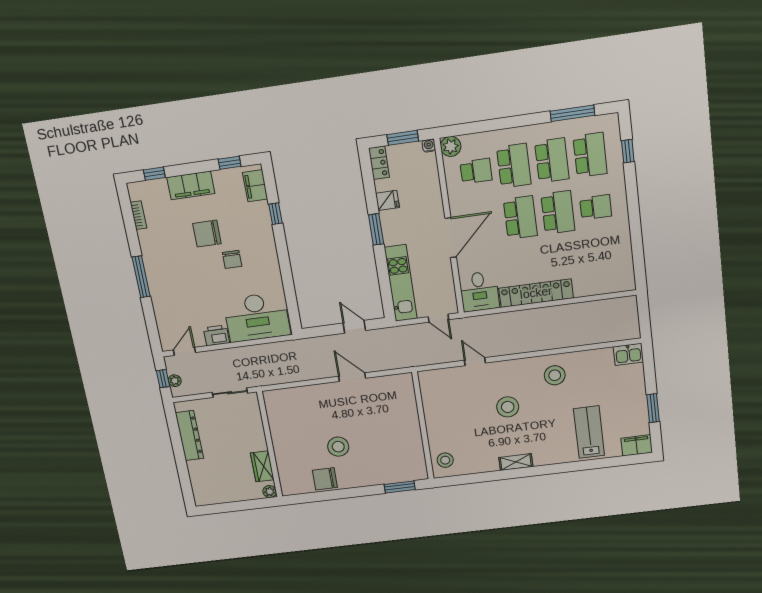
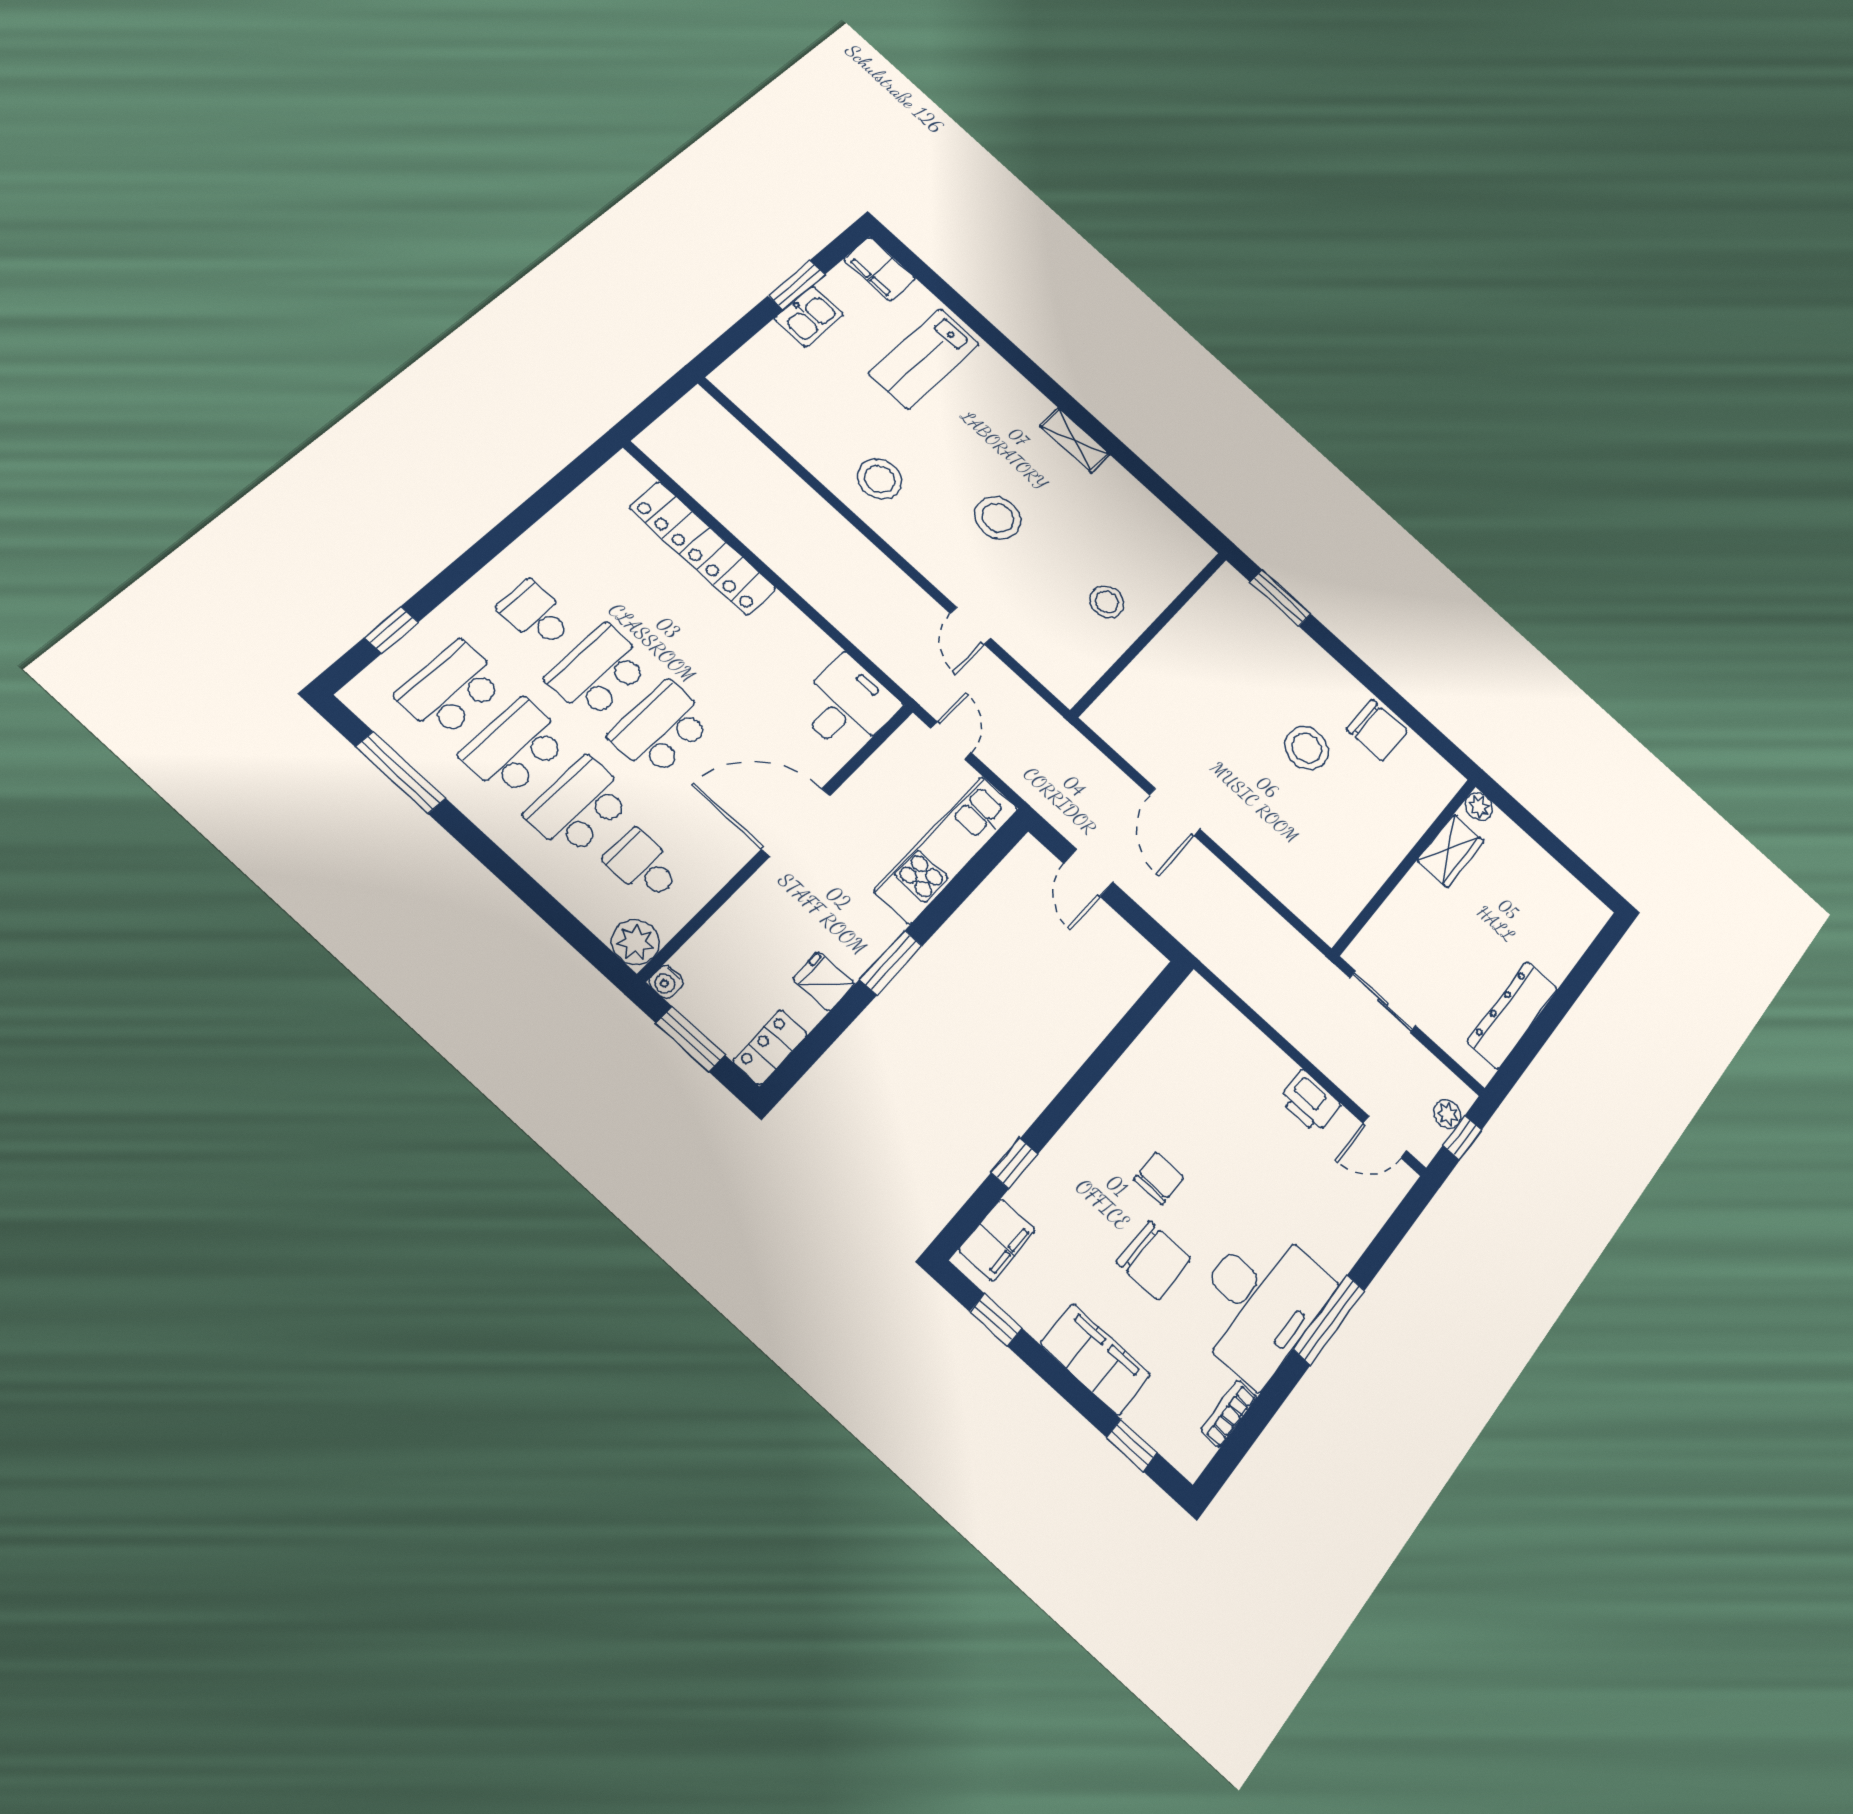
locker: (536, 293) -> (703, 548), moved
desk: (257, 317) -> (1260, 1302), moved, turned 90
kitchen sink: (628, 354) -> (809, 316), moved, turned 90
stool: (445, 460) -> (1107, 602), moved

